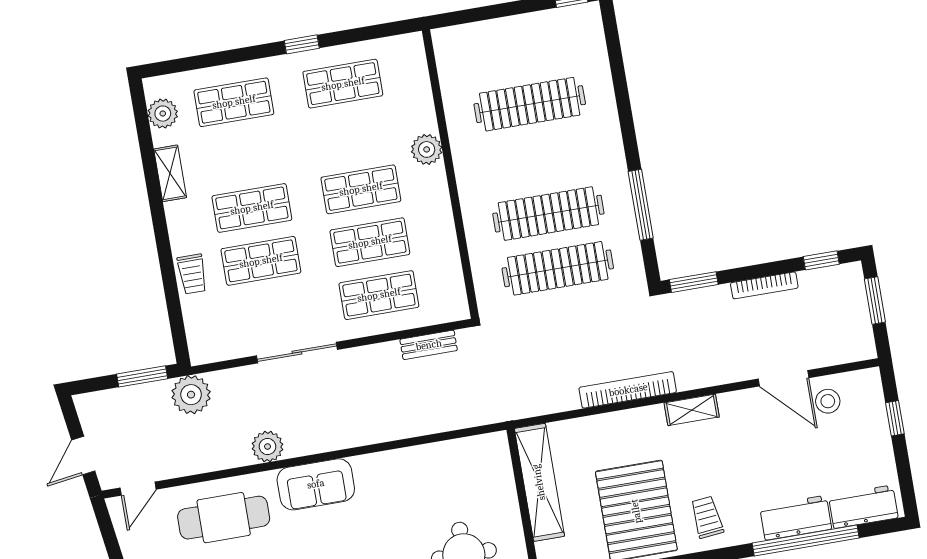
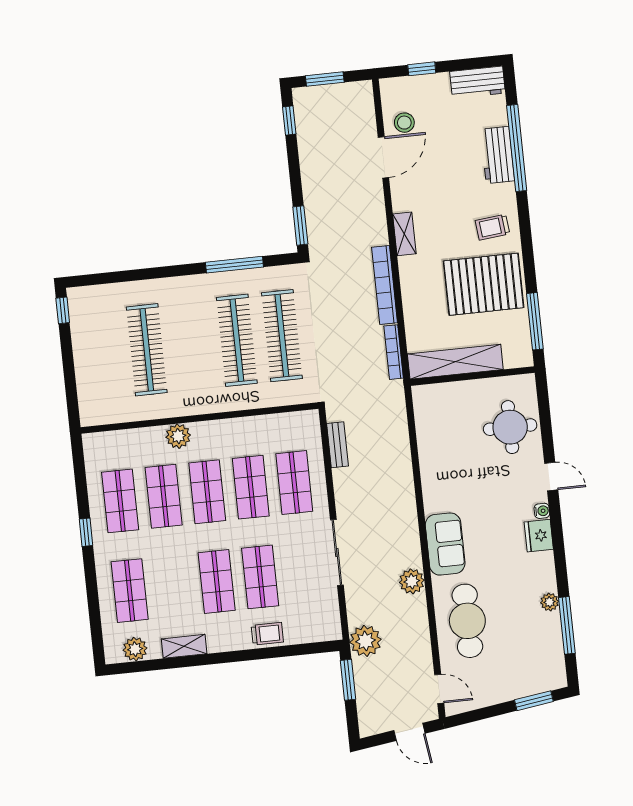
shop shelf: (352, 136) -> (164, 496), added
bookcase: (764, 285) -> (394, 352), moved, turned 180
workbench: (863, 507) -> (478, 82), moved, turned -90

